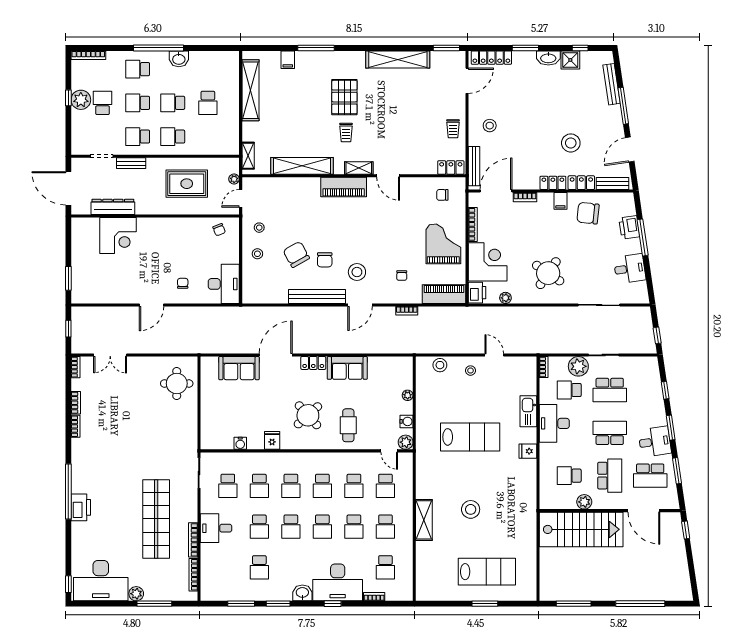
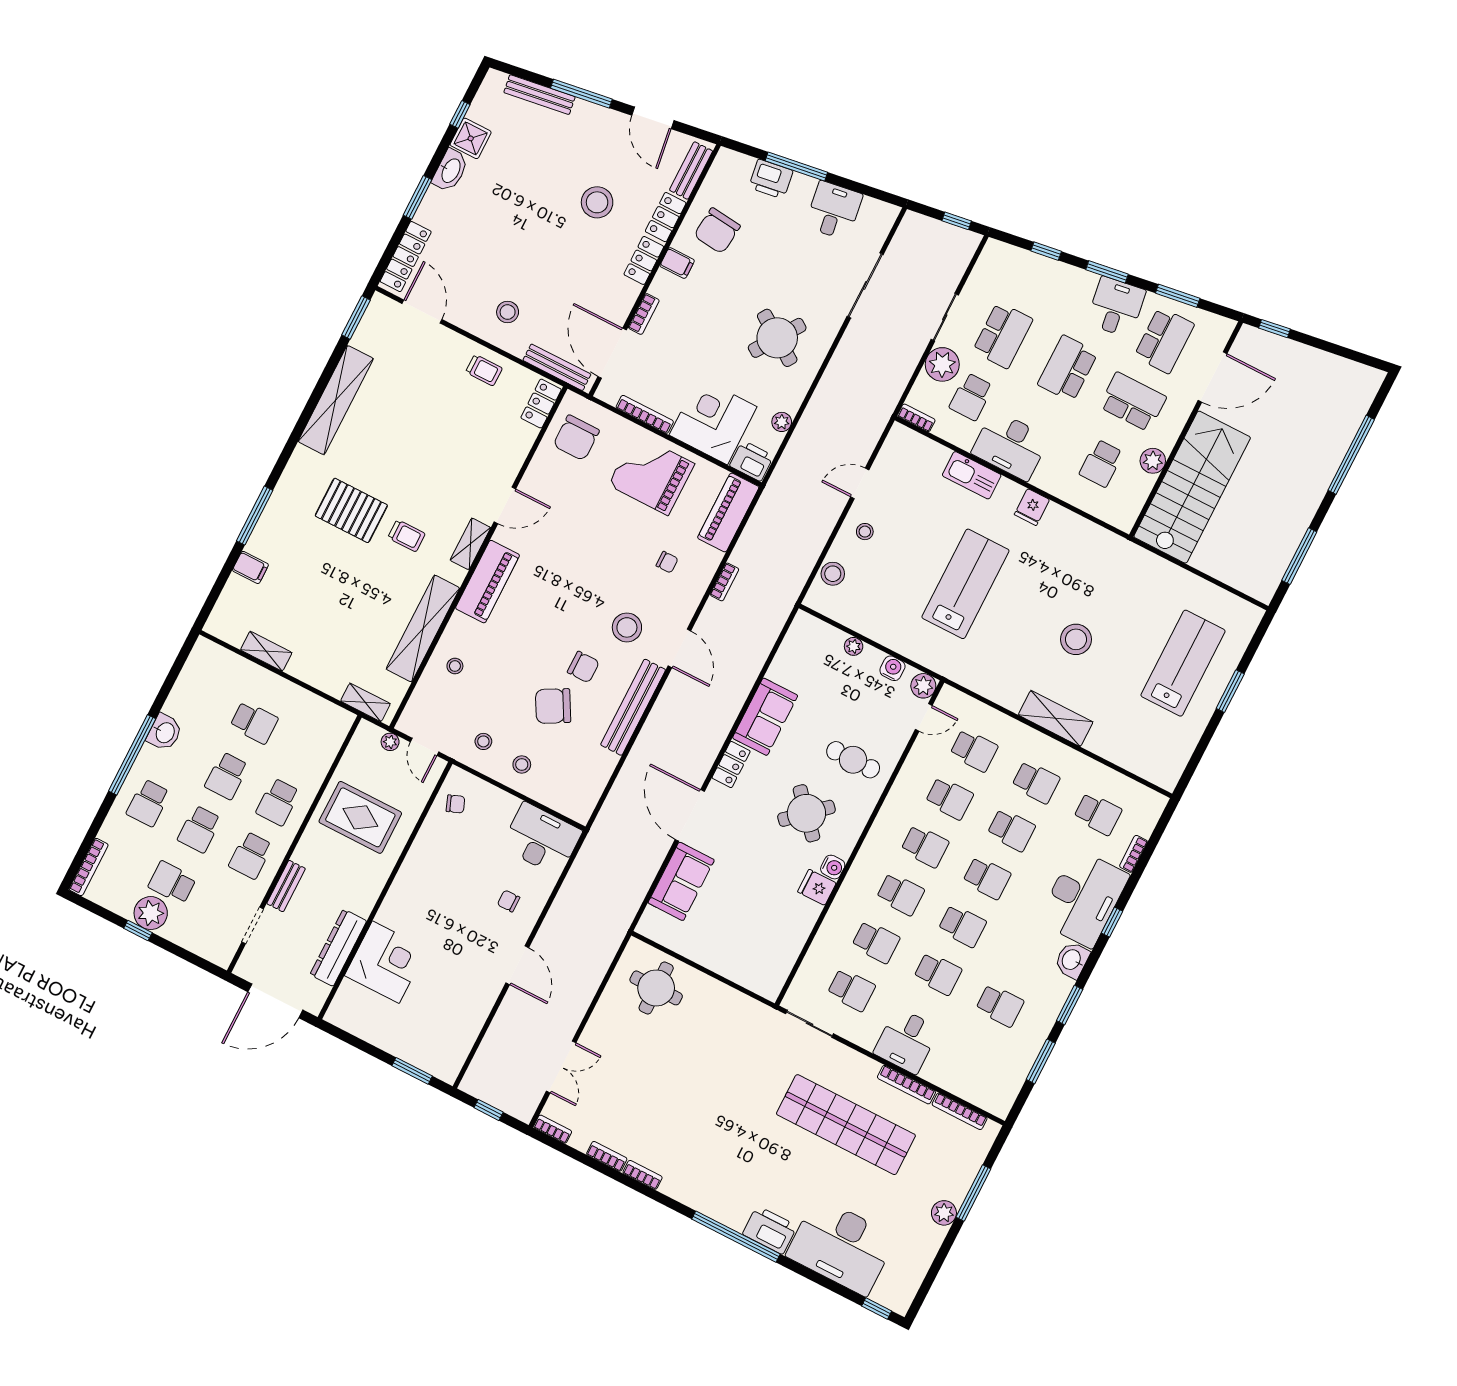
shelving: (250, 90) -> (266, 651), width x0.45, depth x0.75
rug: (187, 184) -> (360, 817), turned 90
stool: (291, 193) -> (455, 666), added
chair: (442, 195) -> (576, 438), width x1.87, depth x1.87
water cooler: (240, 443) -> (833, 867), moved
desk: (101, 581) -> (841, 1246), moved, turned 90

